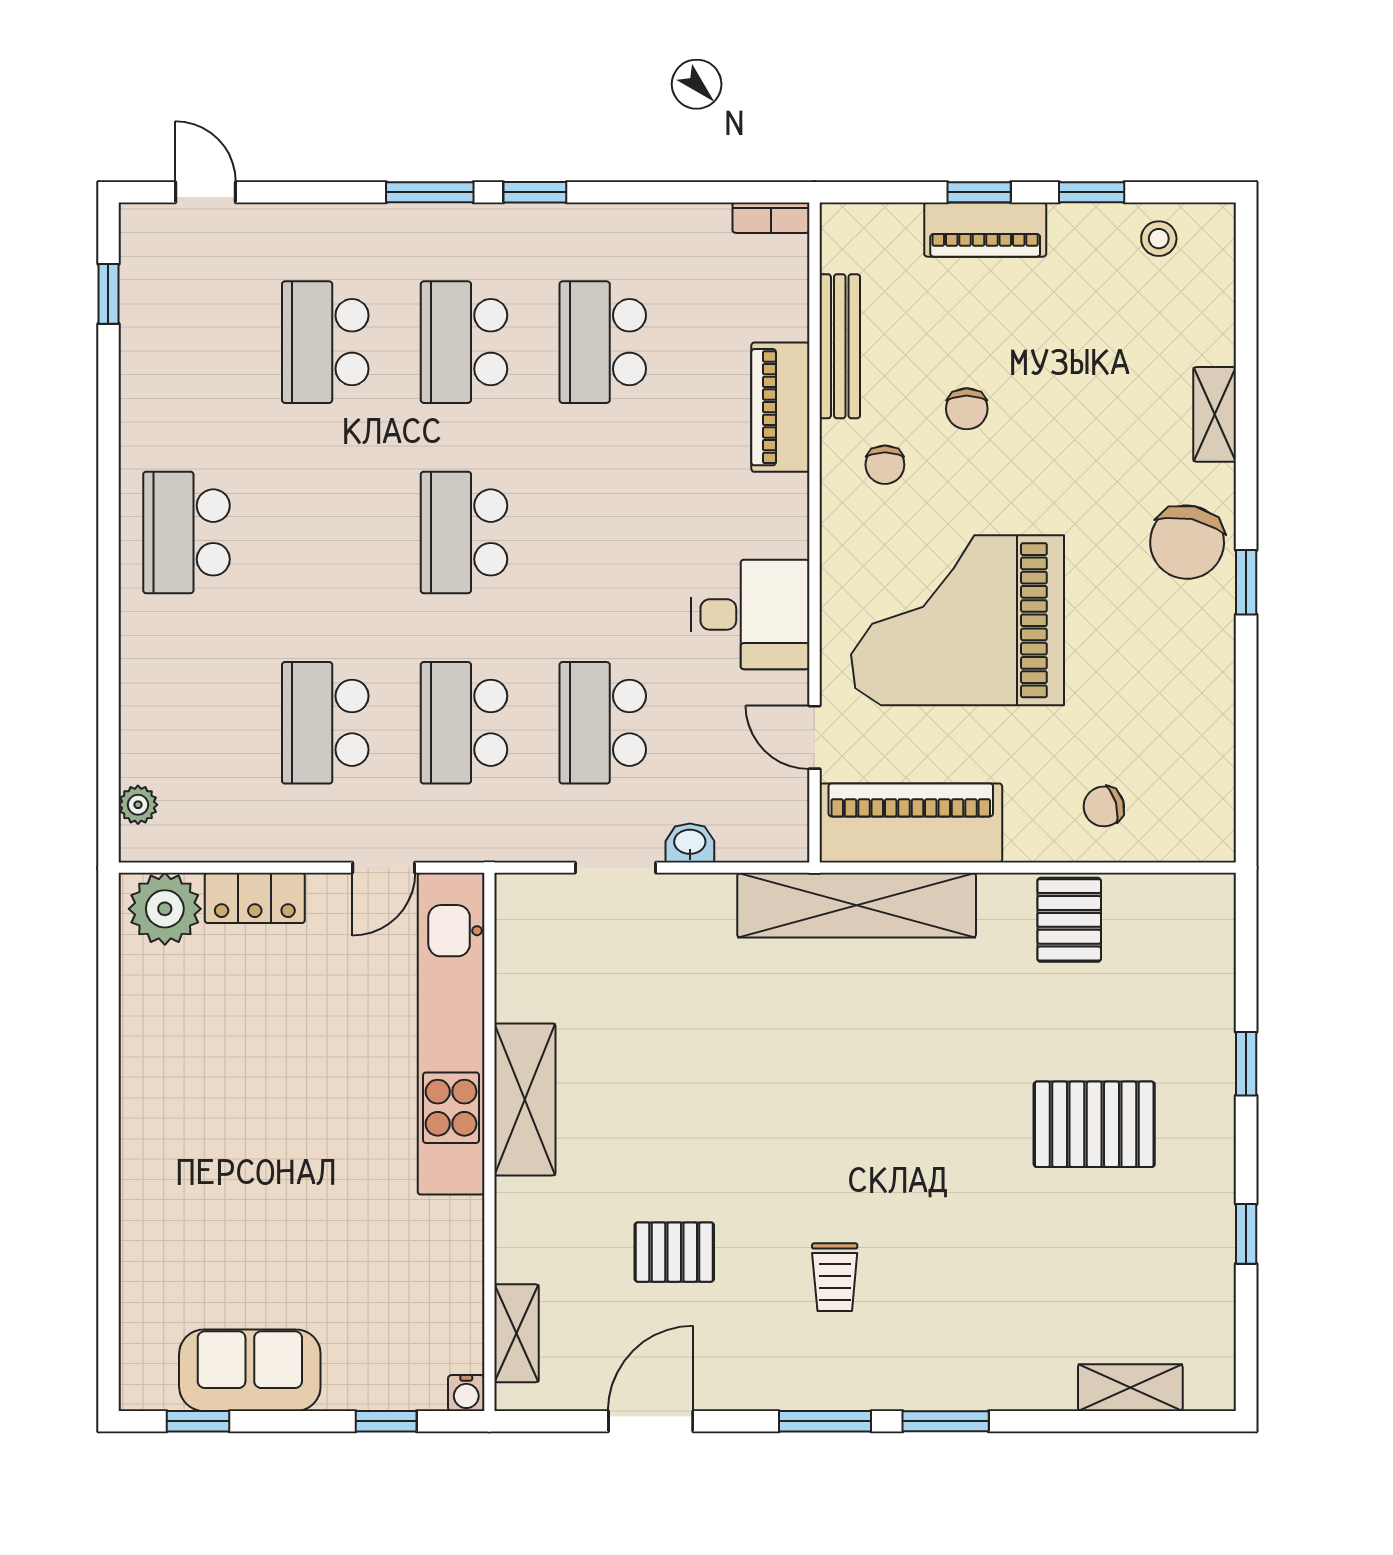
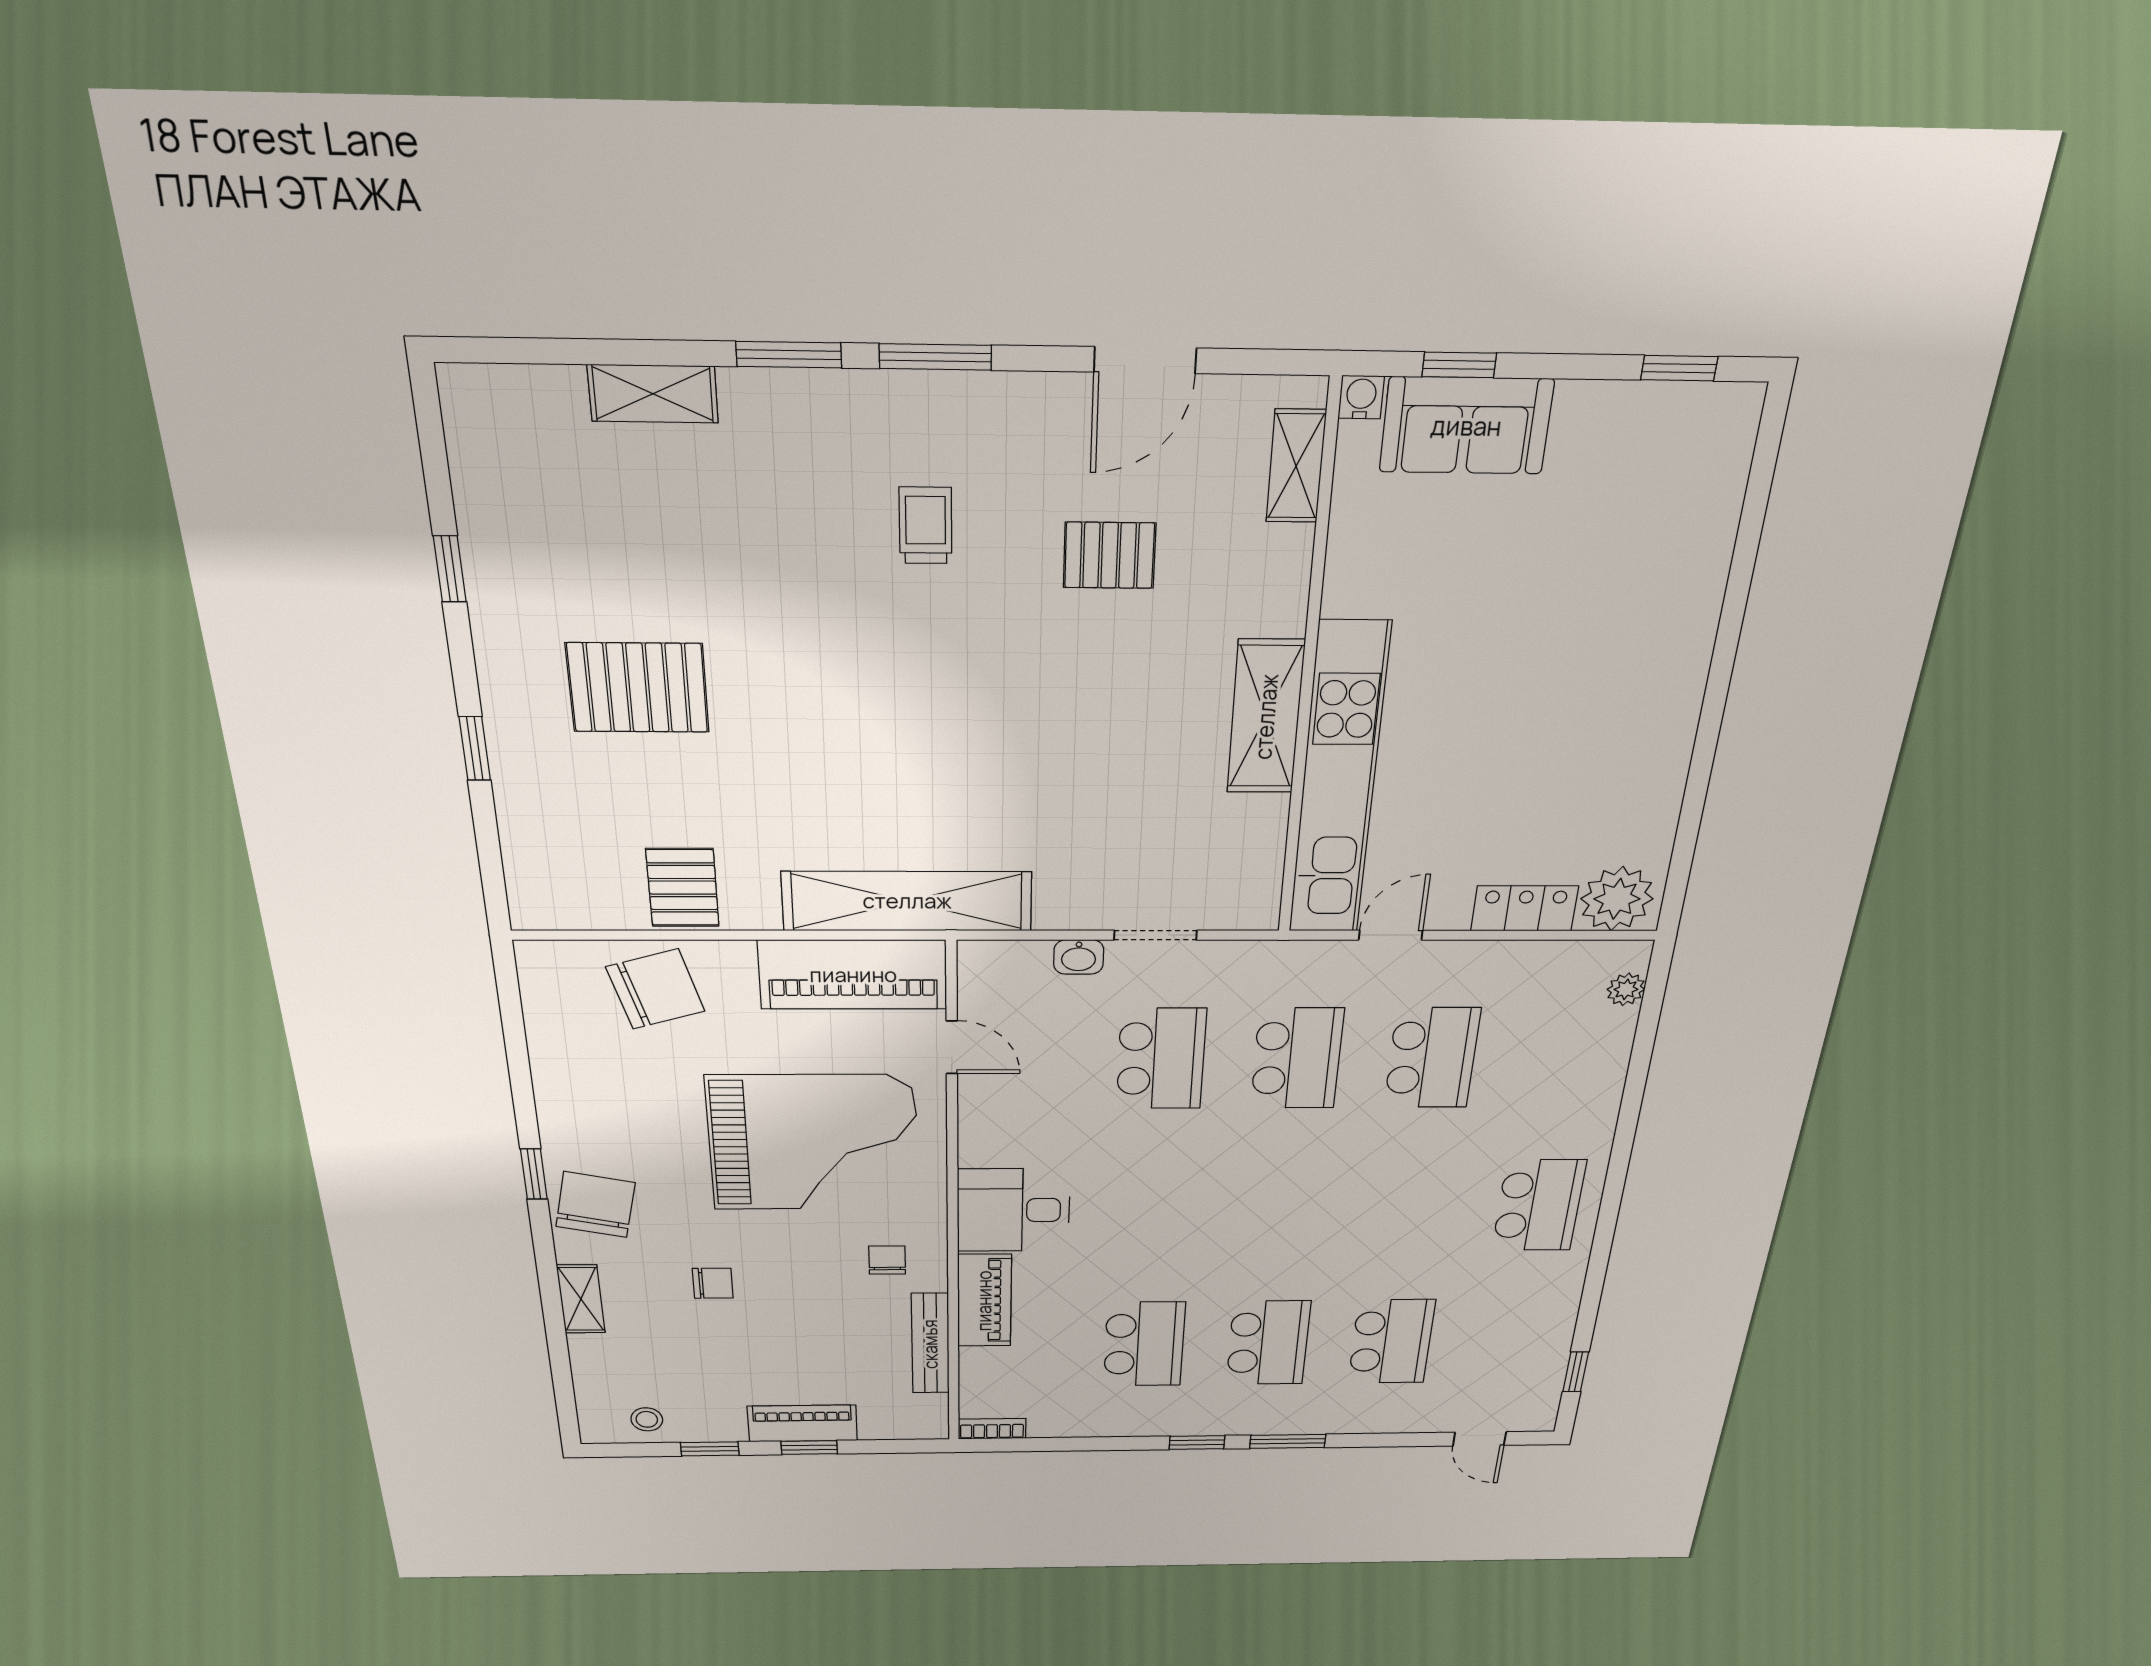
chair: (967, 409) -> (713, 1283), moved, turned 90
school desk: (464, 532) -> (1282, 1207), removed
desk: (750, 614) -> (1013, 1210), moved
chair: (1104, 806) -> (655, 989), width x1.87, depth x1.87
sofa: (250, 1370) -> (1466, 426), moved
shelving: (1130, 1388) -> (653, 394), moved

